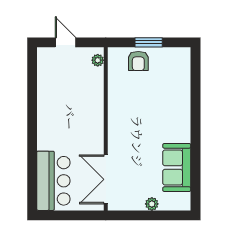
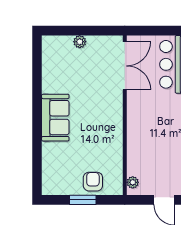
sofa: (177, 167) -> (55, 118), moved

